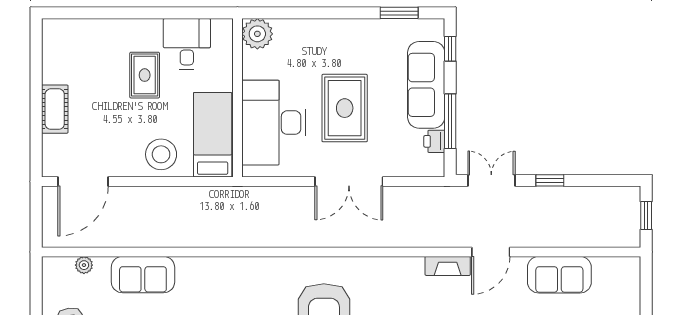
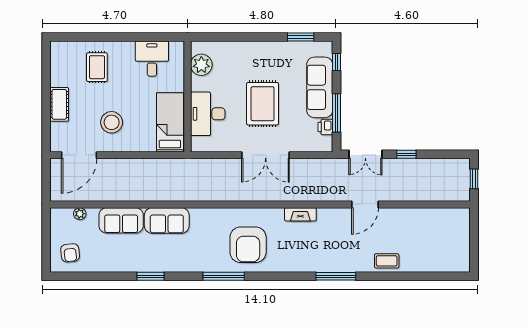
plant: (257, 34) -> (201, 65), moved
rug: (145, 75) -> (97, 67), moved
desk: (274, 123) -> (208, 114), width x0.73, depth x0.77
stool: (161, 154) -> (112, 122), moved
double door: (491, 180) -> (365, 154), swing flipped
fireplace: (448, 266) -> (300, 214), moved
sofa: (559, 275) -> (167, 220), moved

